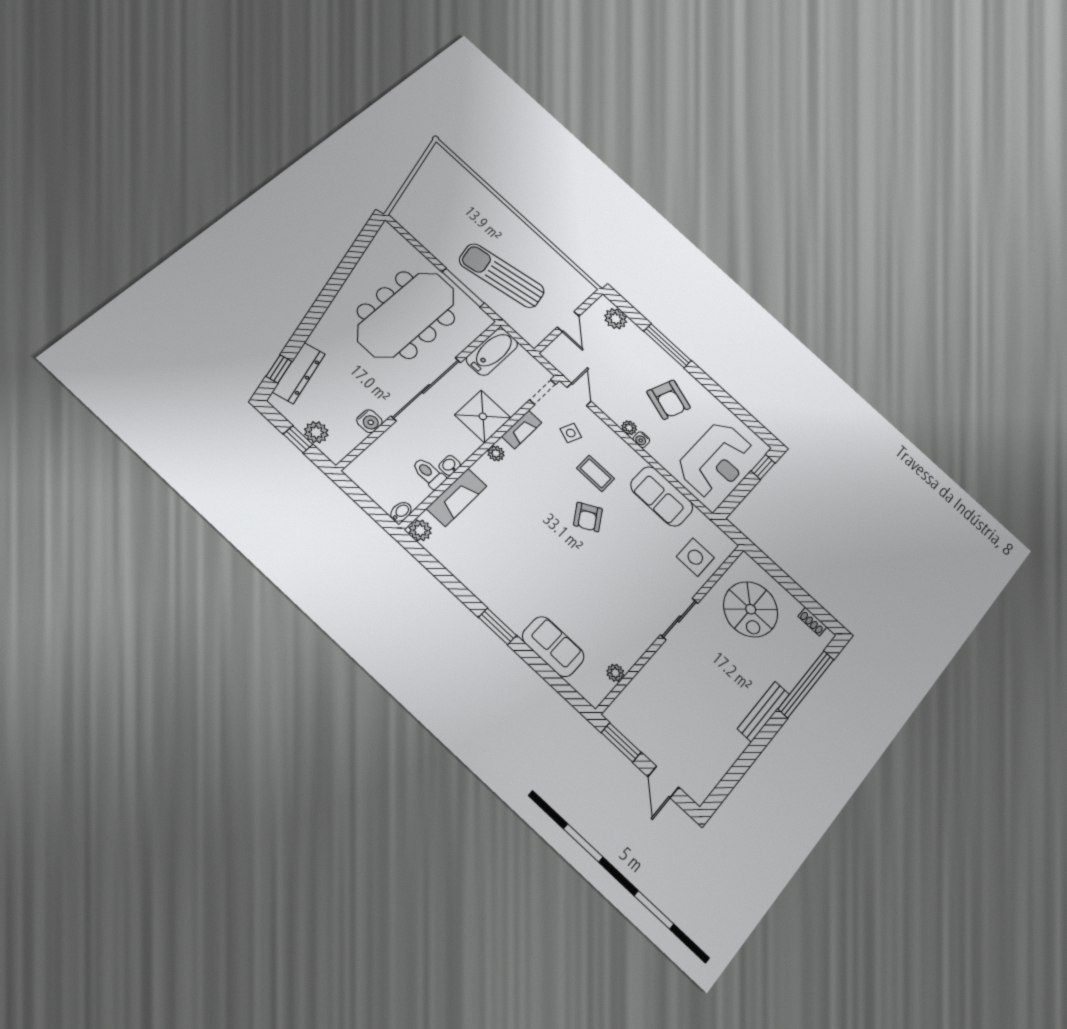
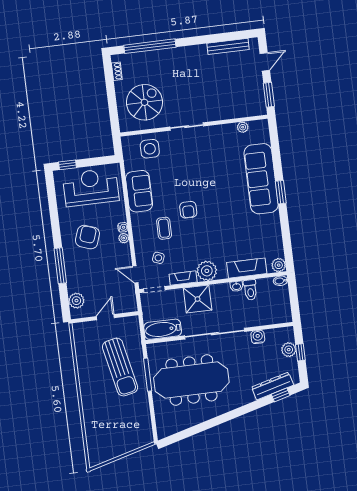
door: (579, 394) -> (135, 274), hinge flipped
plant: (496, 453) -> (207, 271), width x1.87, depth x1.87
armchair: (588, 517) -> (188, 210), turned 121
sofa: (553, 647) -> (261, 179), width x1.85, depth x1.27
bench: (763, 712) -> (228, 46), moved

